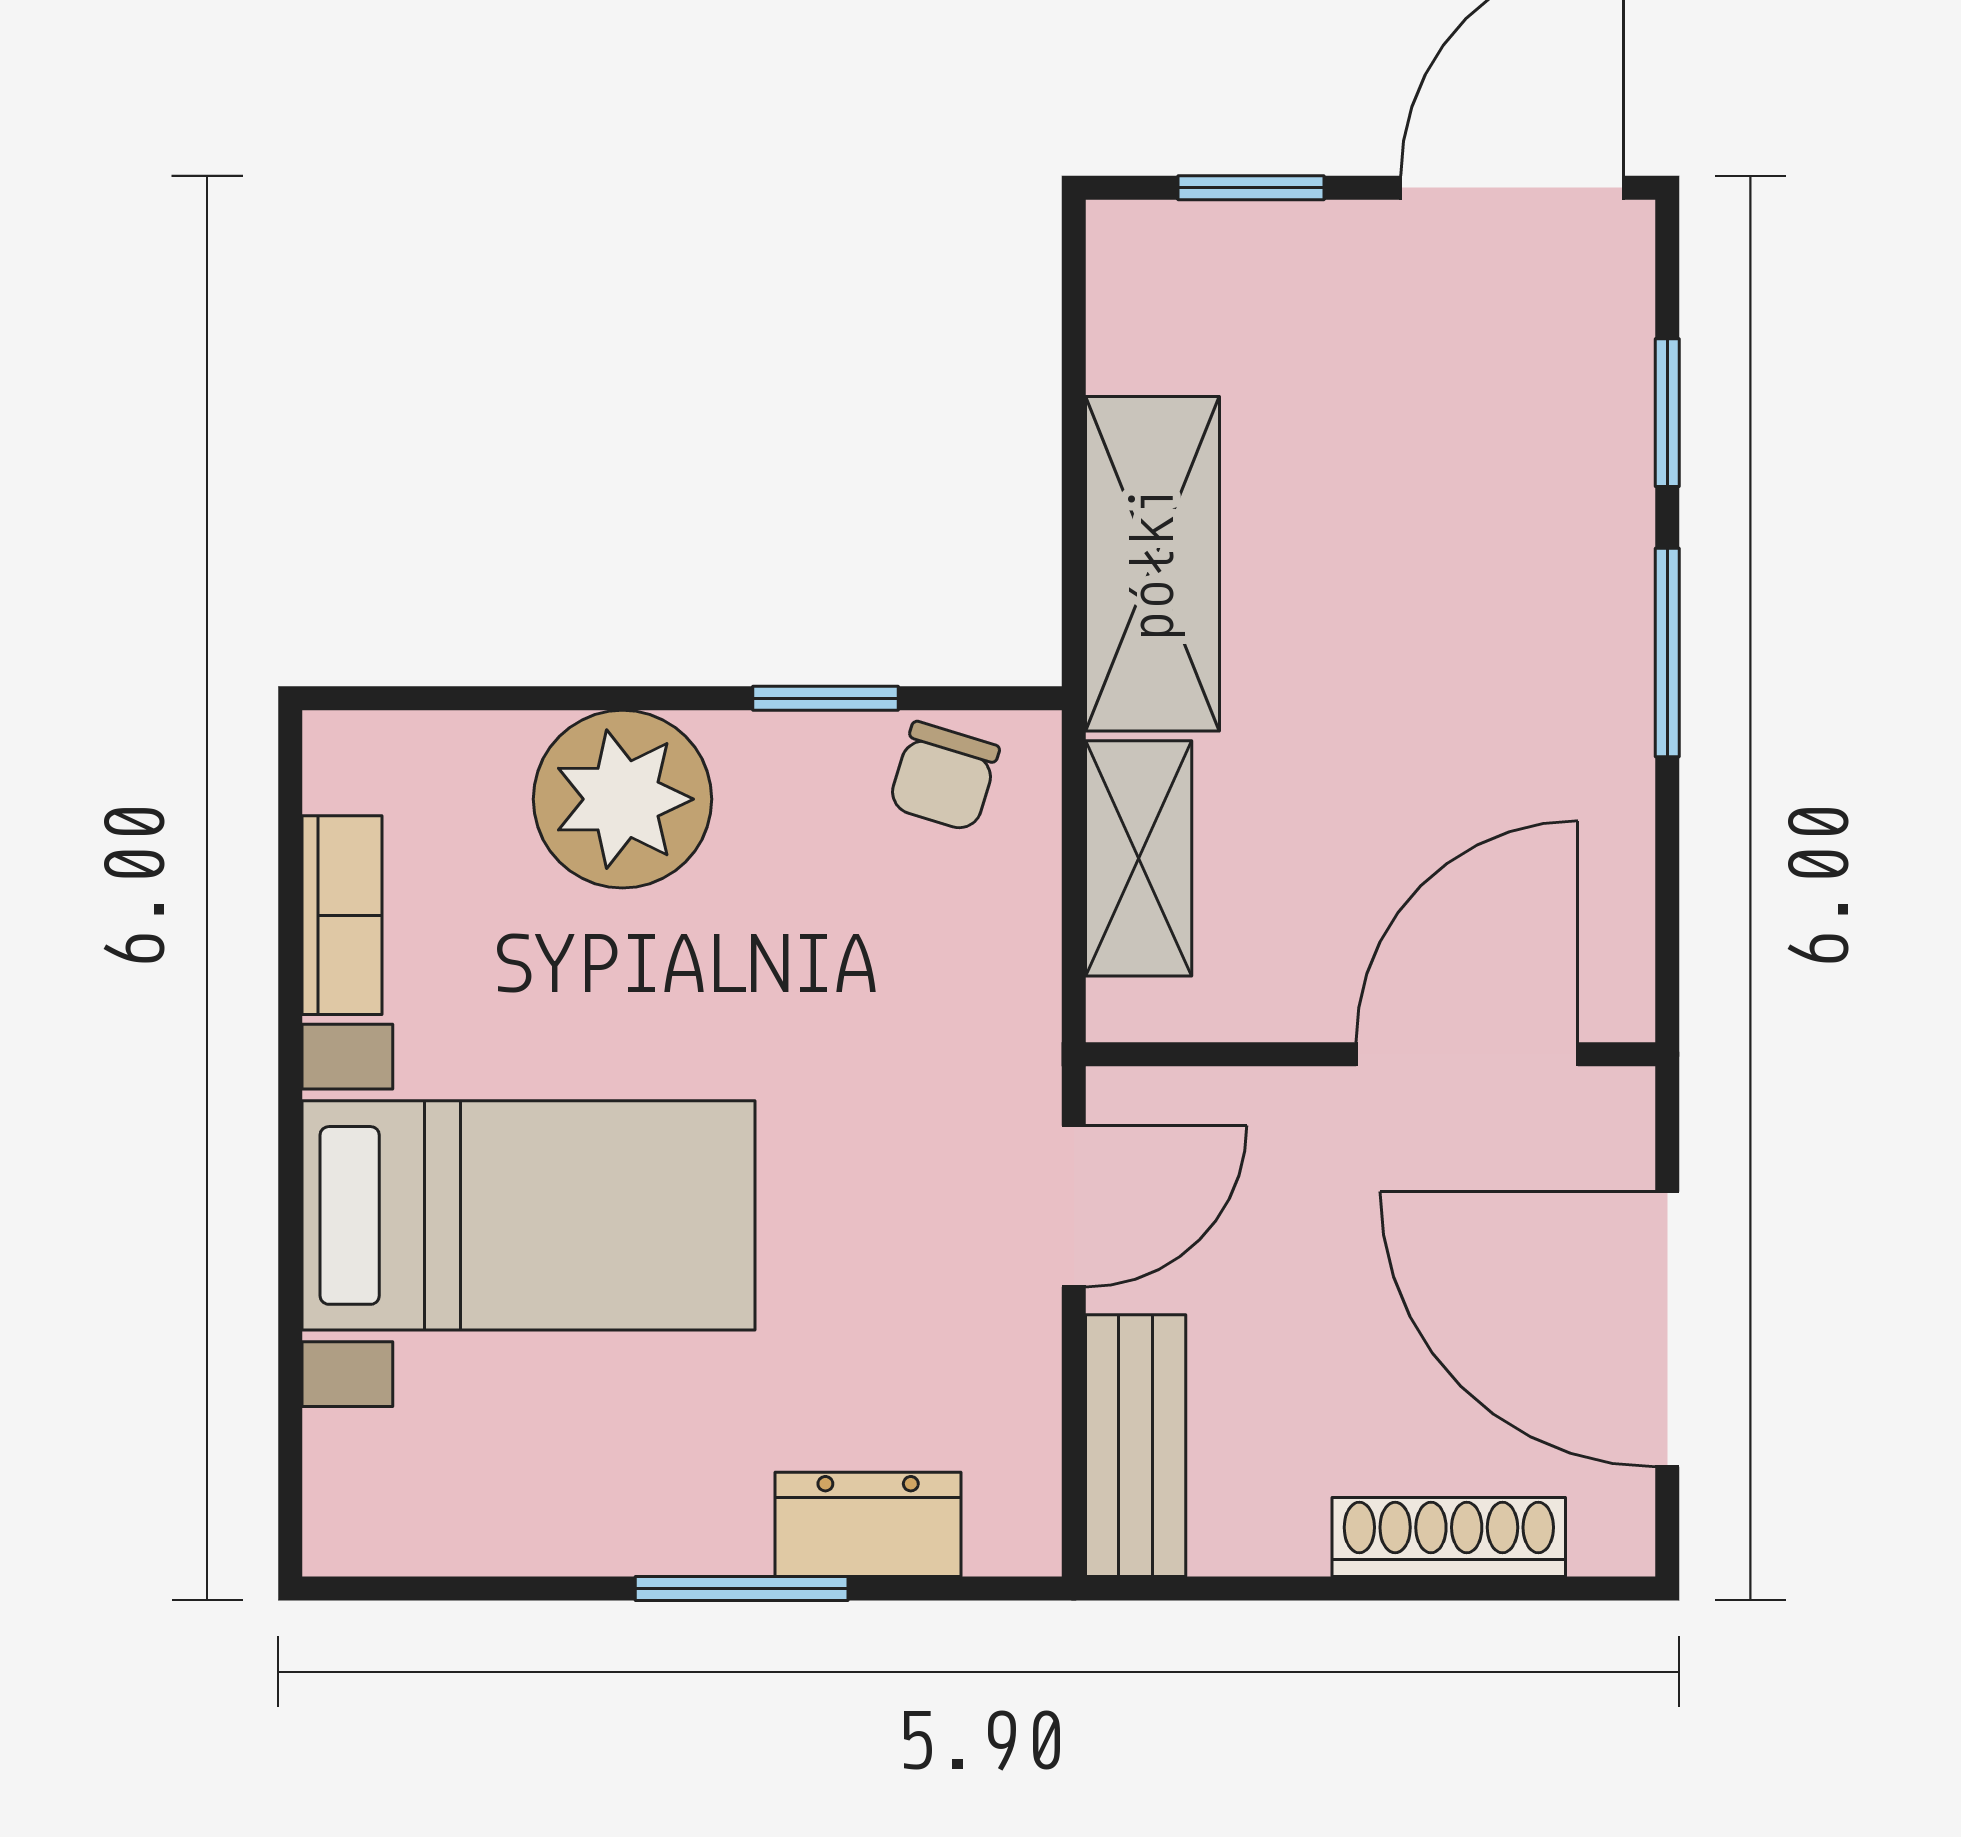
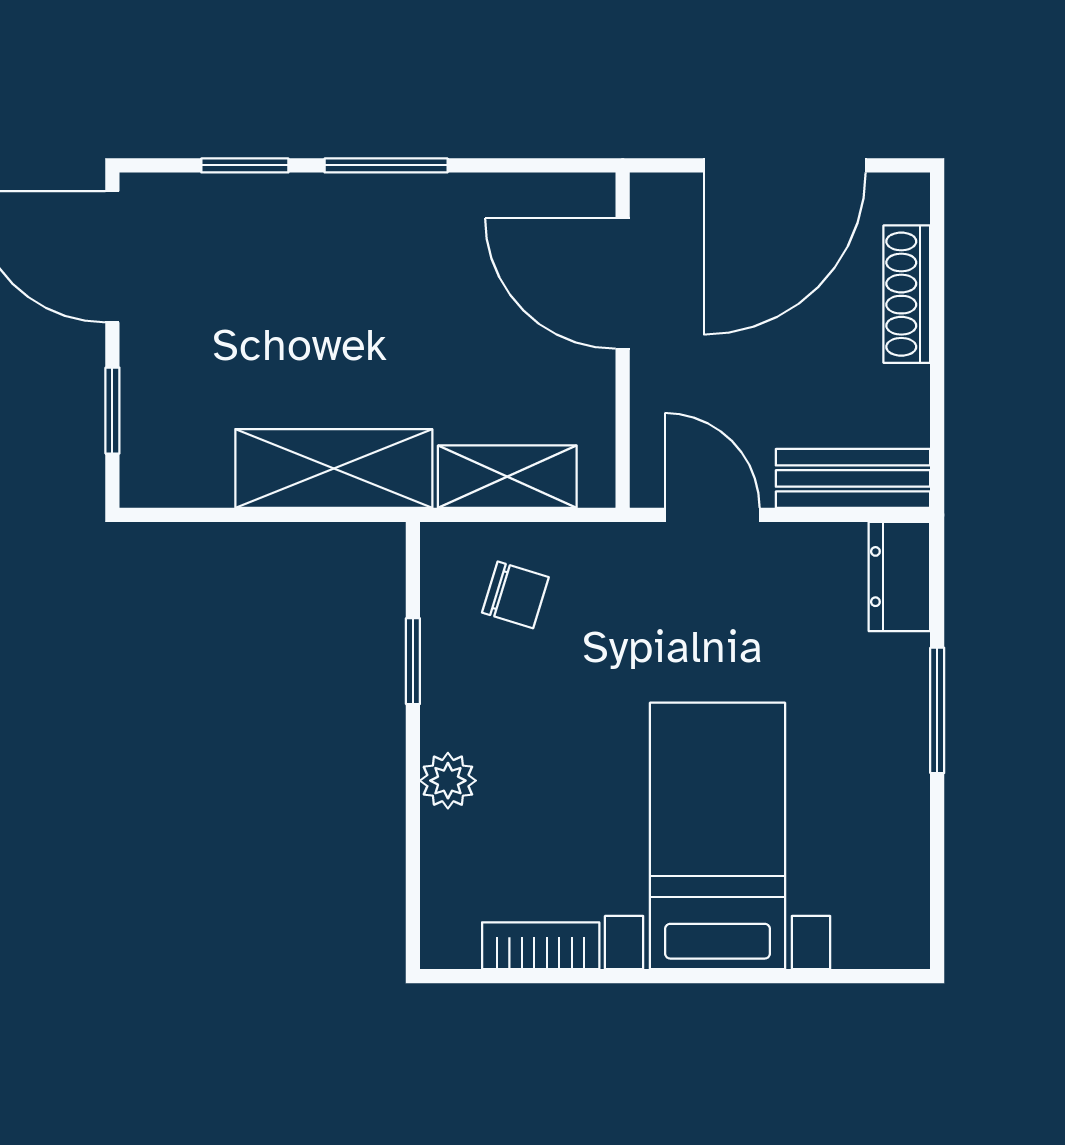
chair: (944, 777) -> (515, 595), moved
plant: (622, 799) -> (448, 781), width x0.53, depth x0.53
dresser: (868, 1524) -> (899, 577), moved

